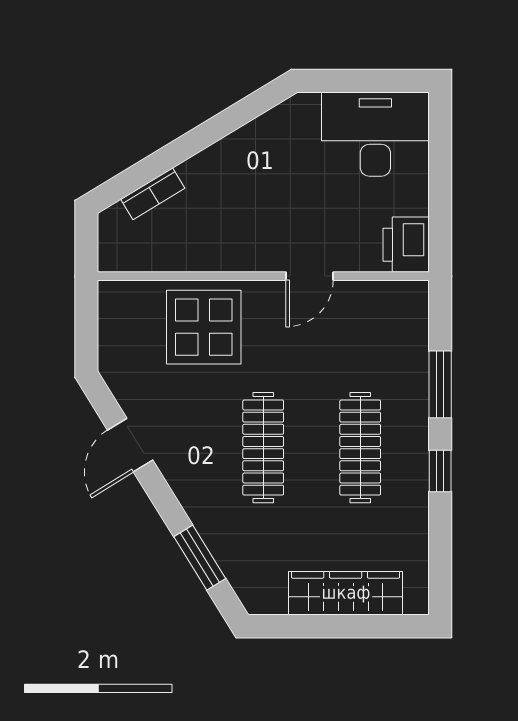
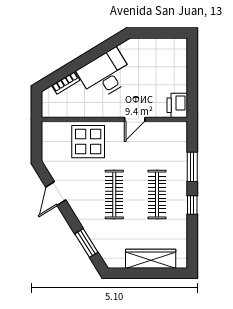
desk: (375, 134) -> (105, 74), moved, turned -31

